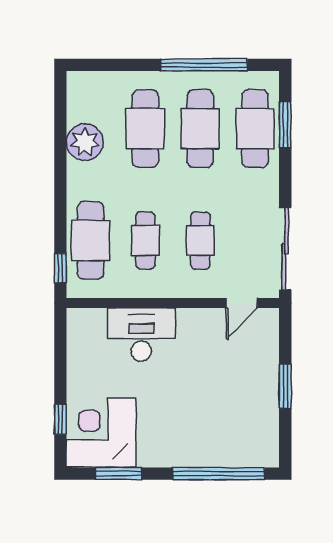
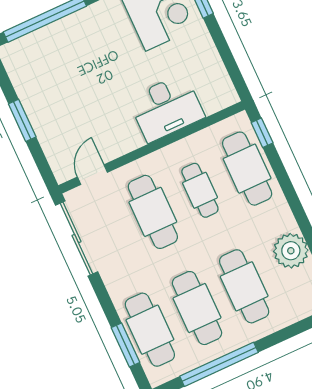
cafe table: (200, 240) -> (153, 212), width x1.37, depth x1.35

